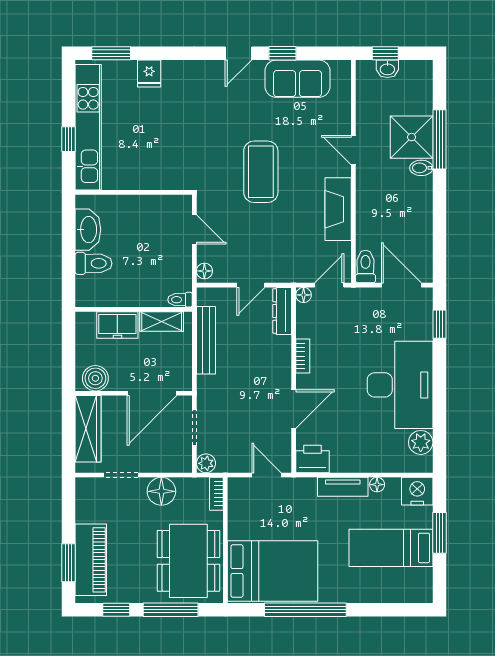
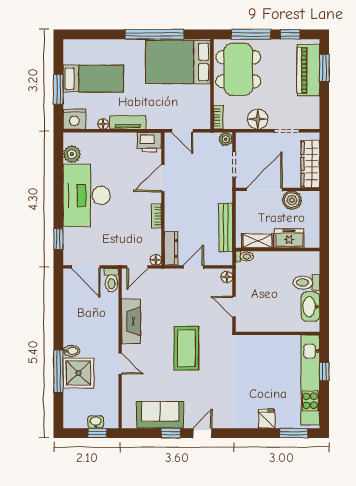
boiler: (95, 378) -> (292, 200), moved

